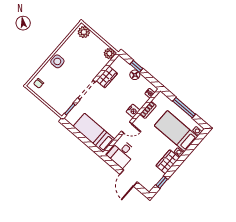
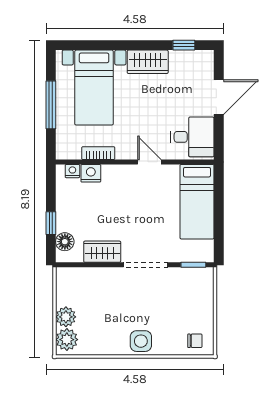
plant: (109, 53) -> (66, 317), moved
floor lamp: (135, 75) -> (65, 242), moved
nightstand: (133, 111) -> (91, 173), moved

